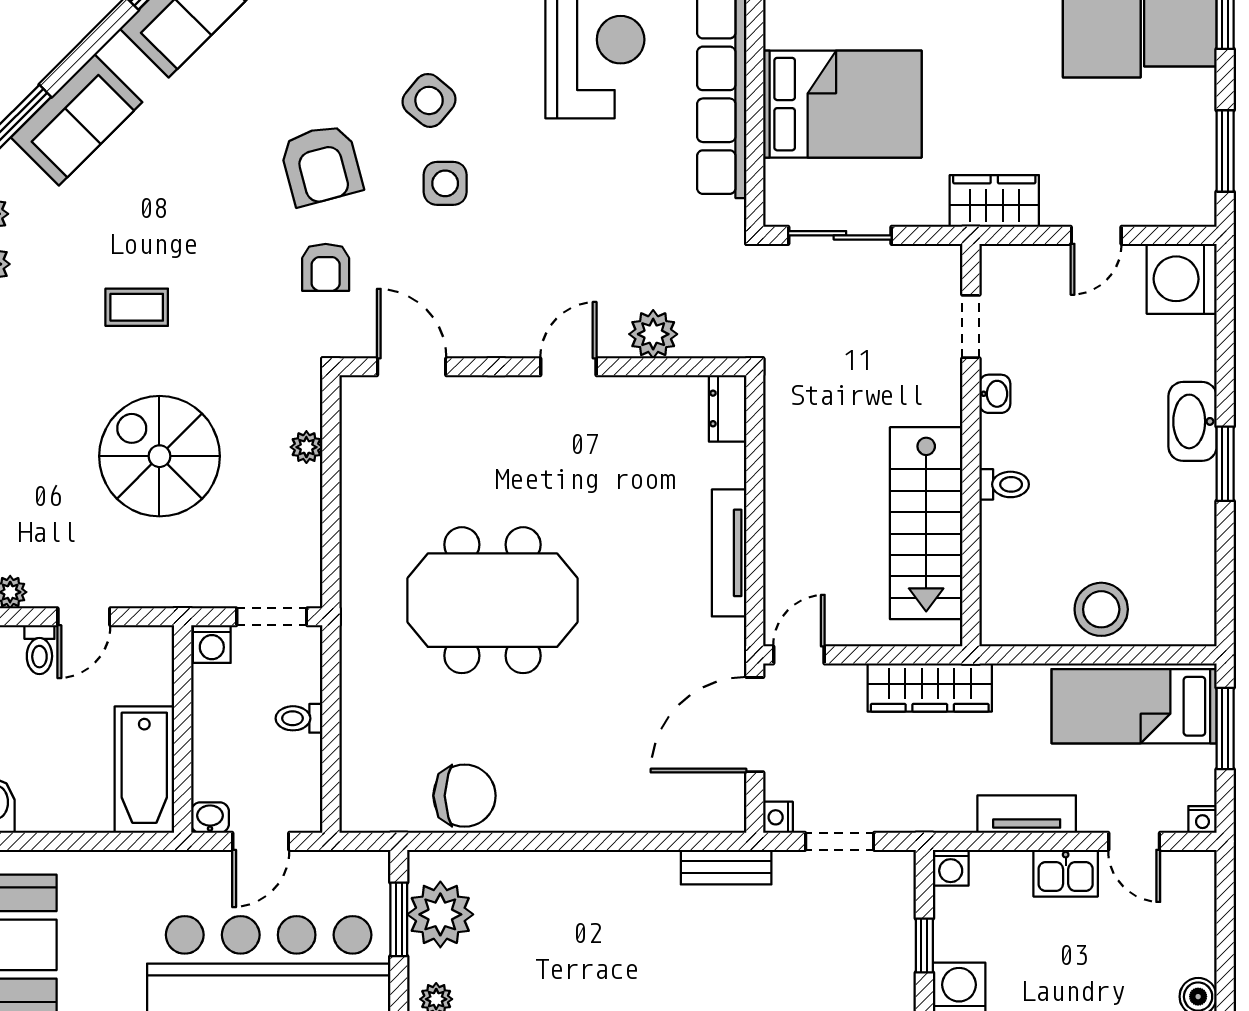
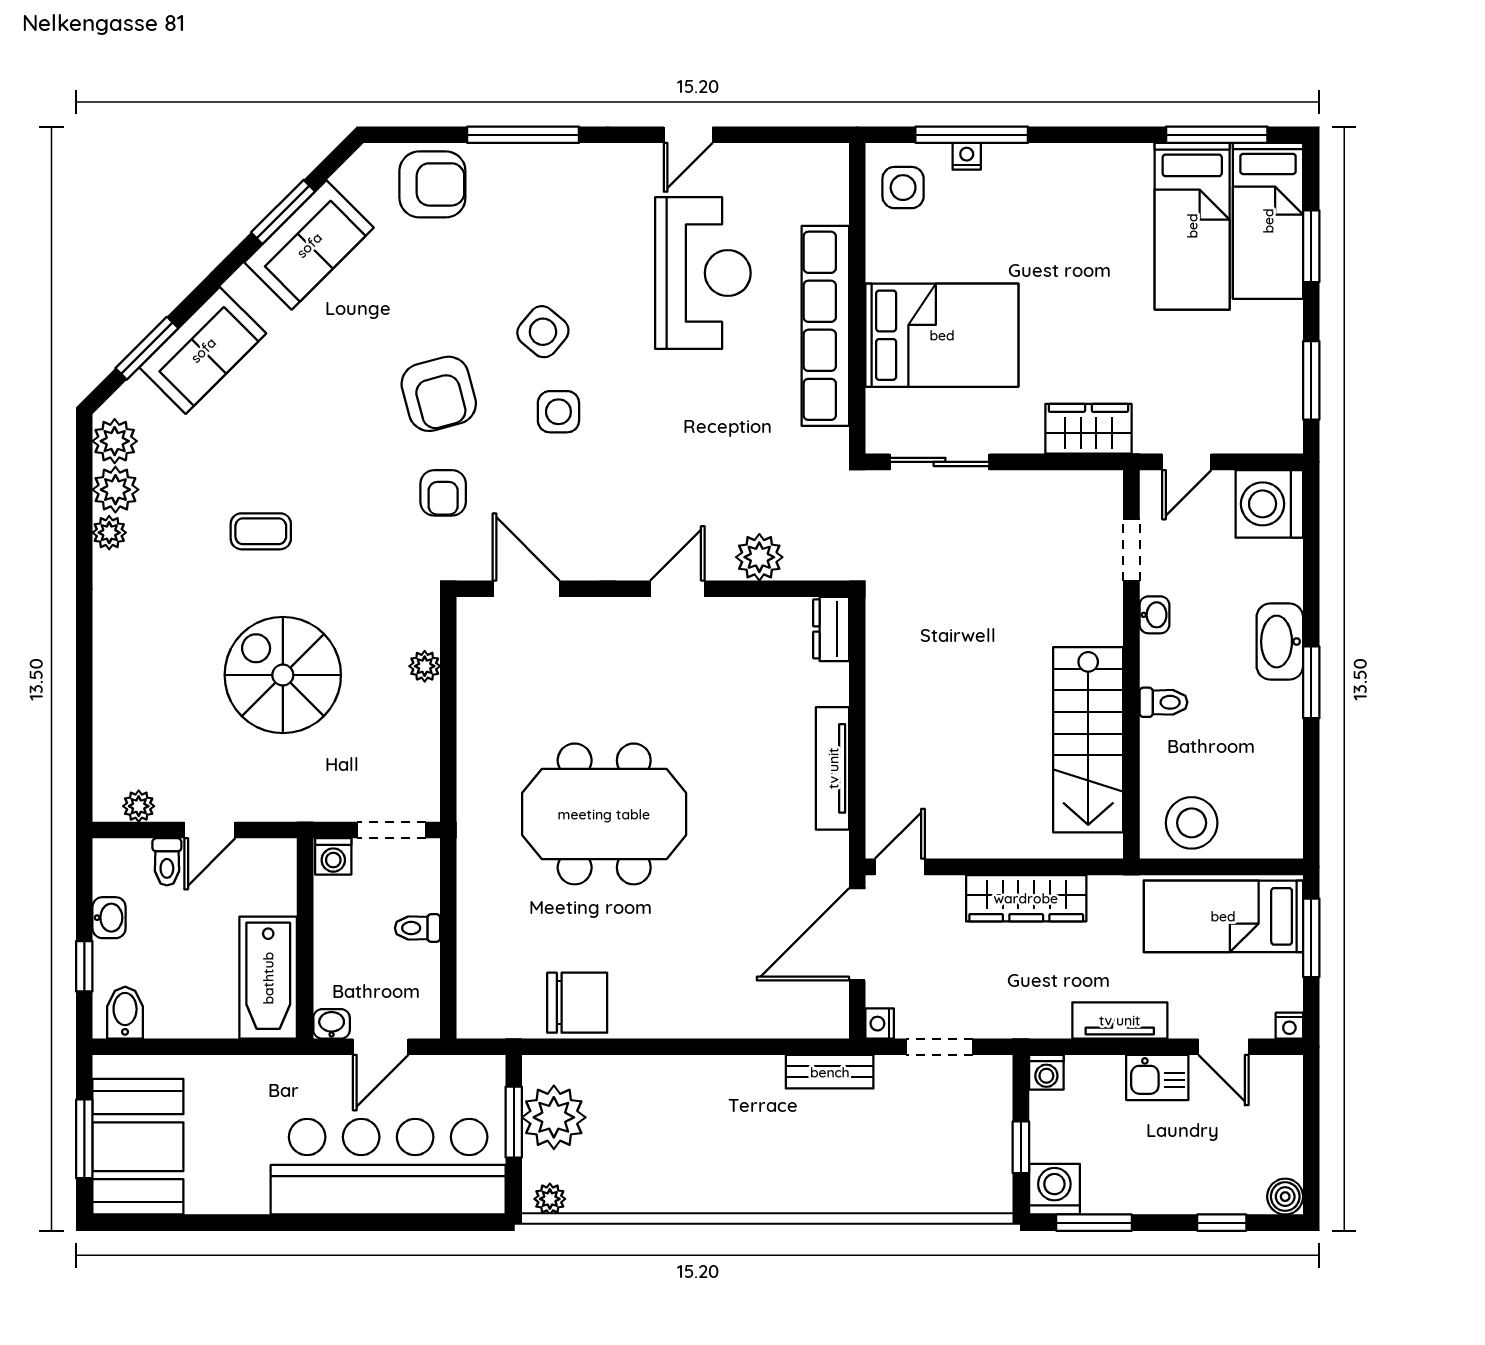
doorway: (971, 326) -> (1131, 550), moved
washbasin: (995, 394) -> (1154, 615), moved
wall: (971, 445) -> (1131, 664), moved
toilet: (1004, 484) -> (1163, 702), moved
stairs: (926, 523) -> (1088, 740), moved

